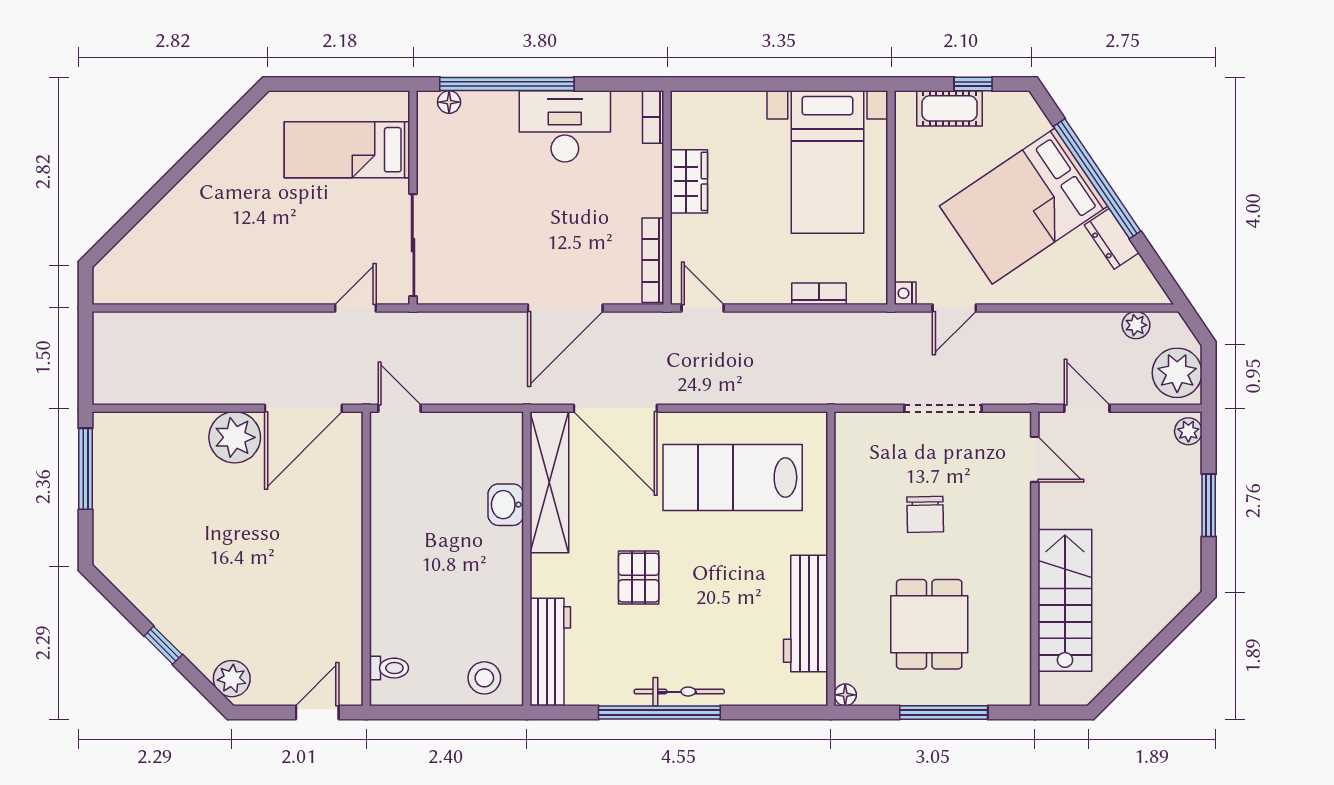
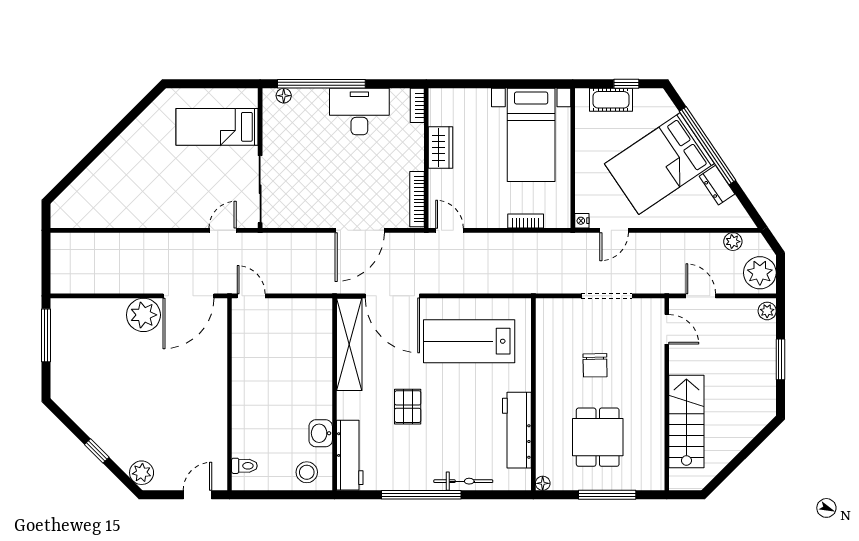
washbasin: (506, 505) -> (321, 433), moved
bicycle: (679, 692) -> (463, 481), moved

